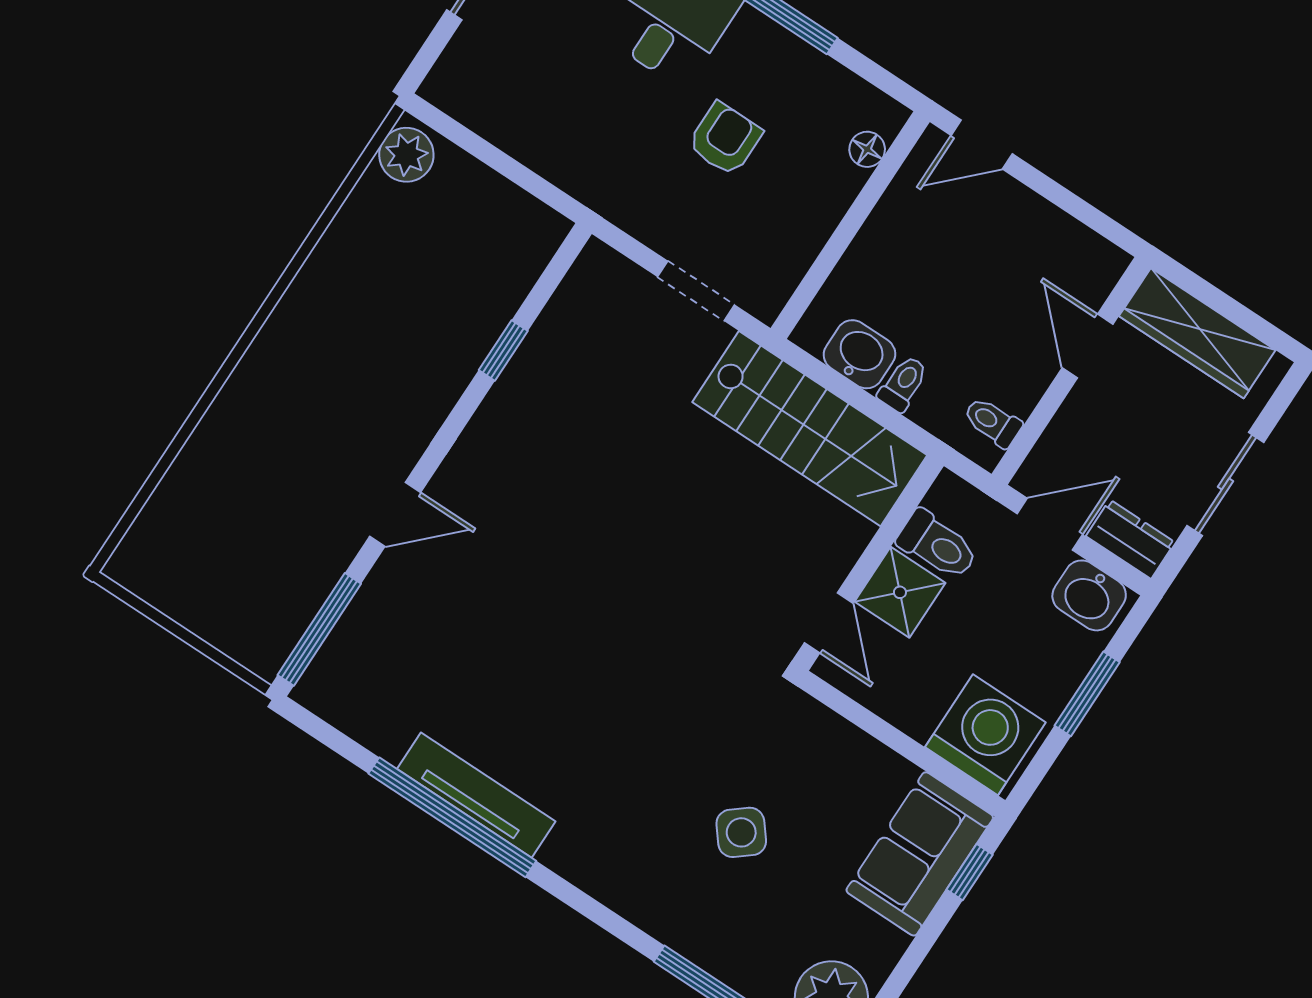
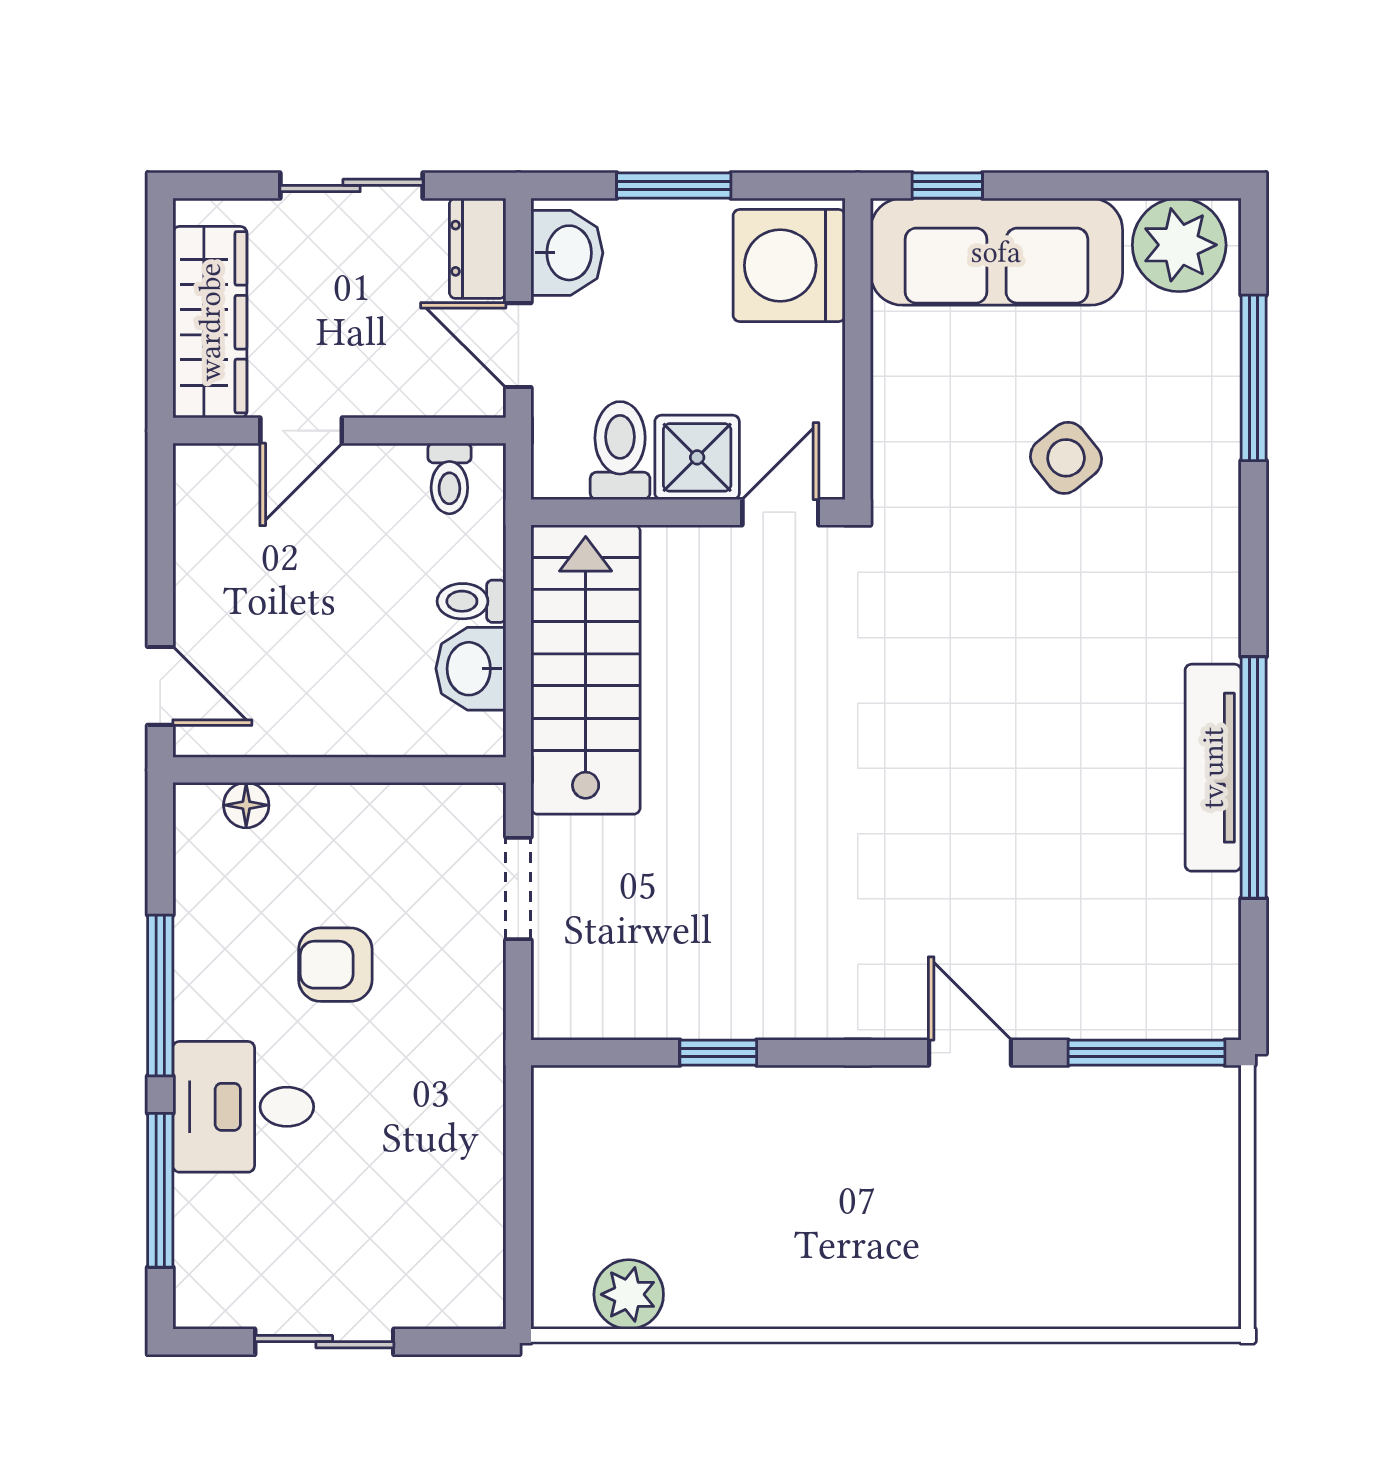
plant: (406, 155) -> (629, 1294), moved
sofa: (920, 854) -> (996, 252), width x1.36

